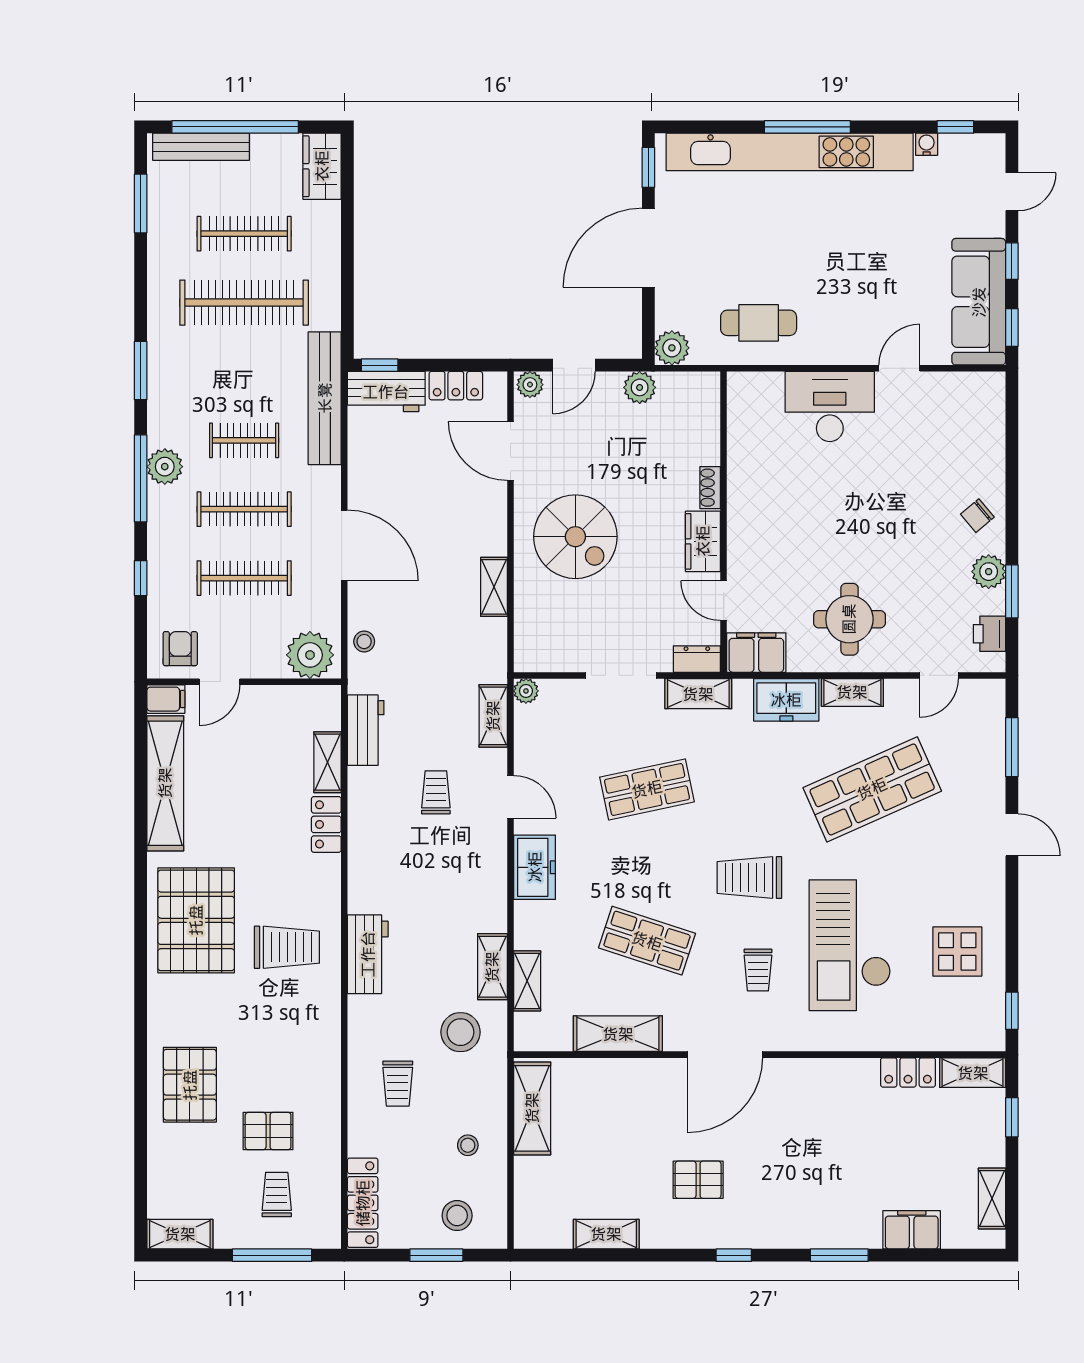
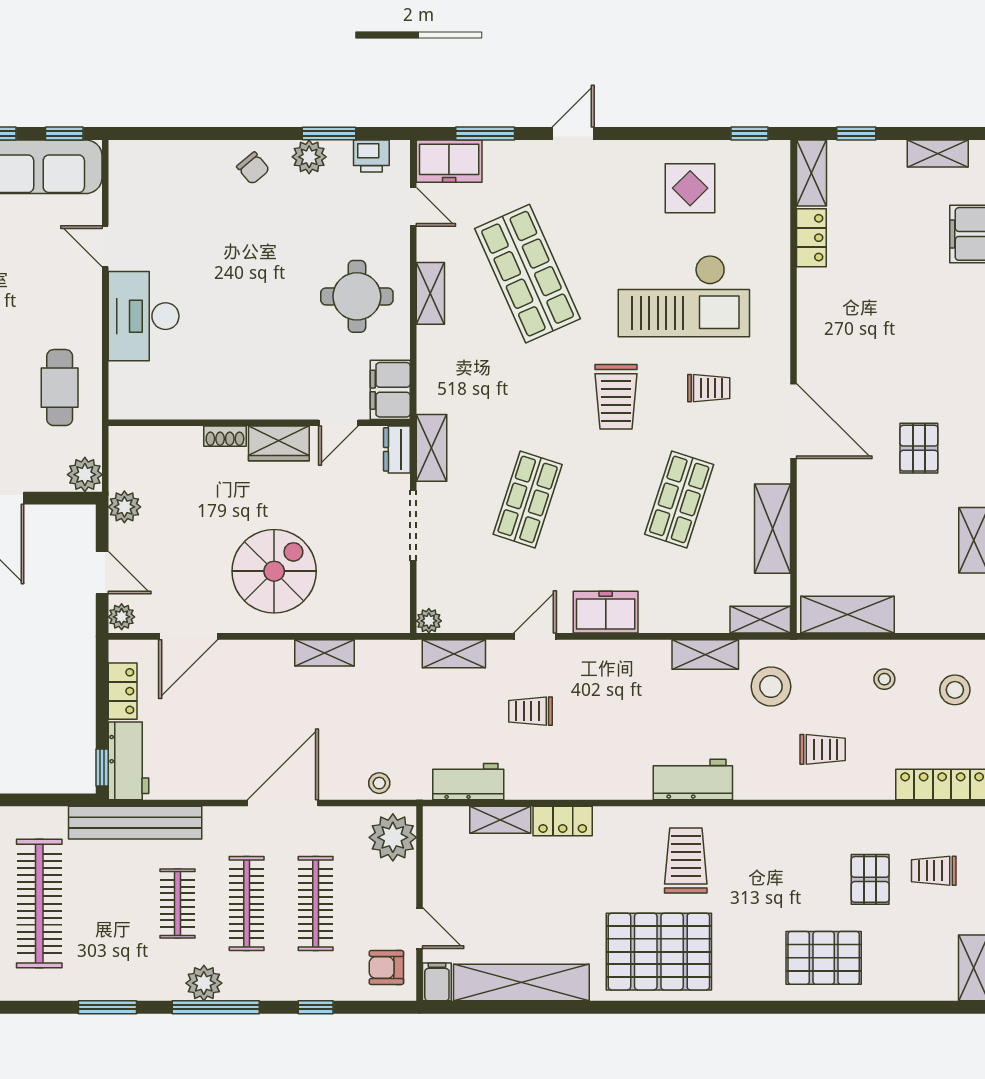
freezer: (786, 700) -> (449, 161), moved, turned 90
shop shelf: (647, 789) -> (528, 499), turned 30
shelving: (527, 981) -> (760, 620), moved

